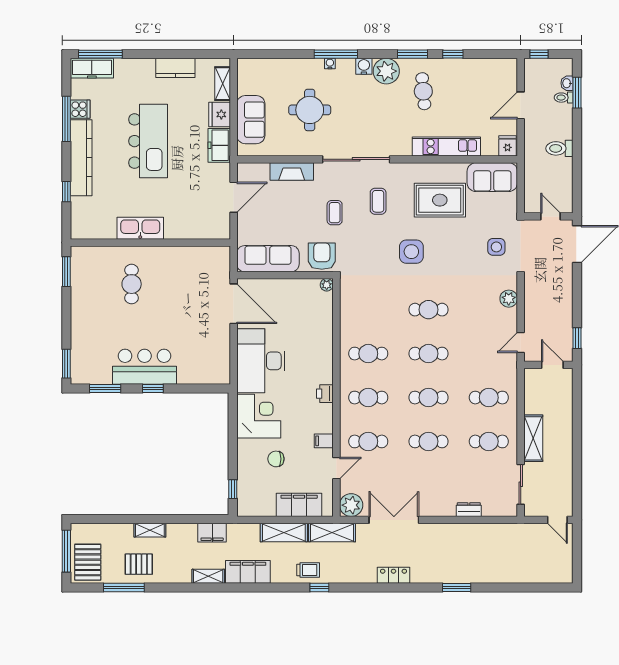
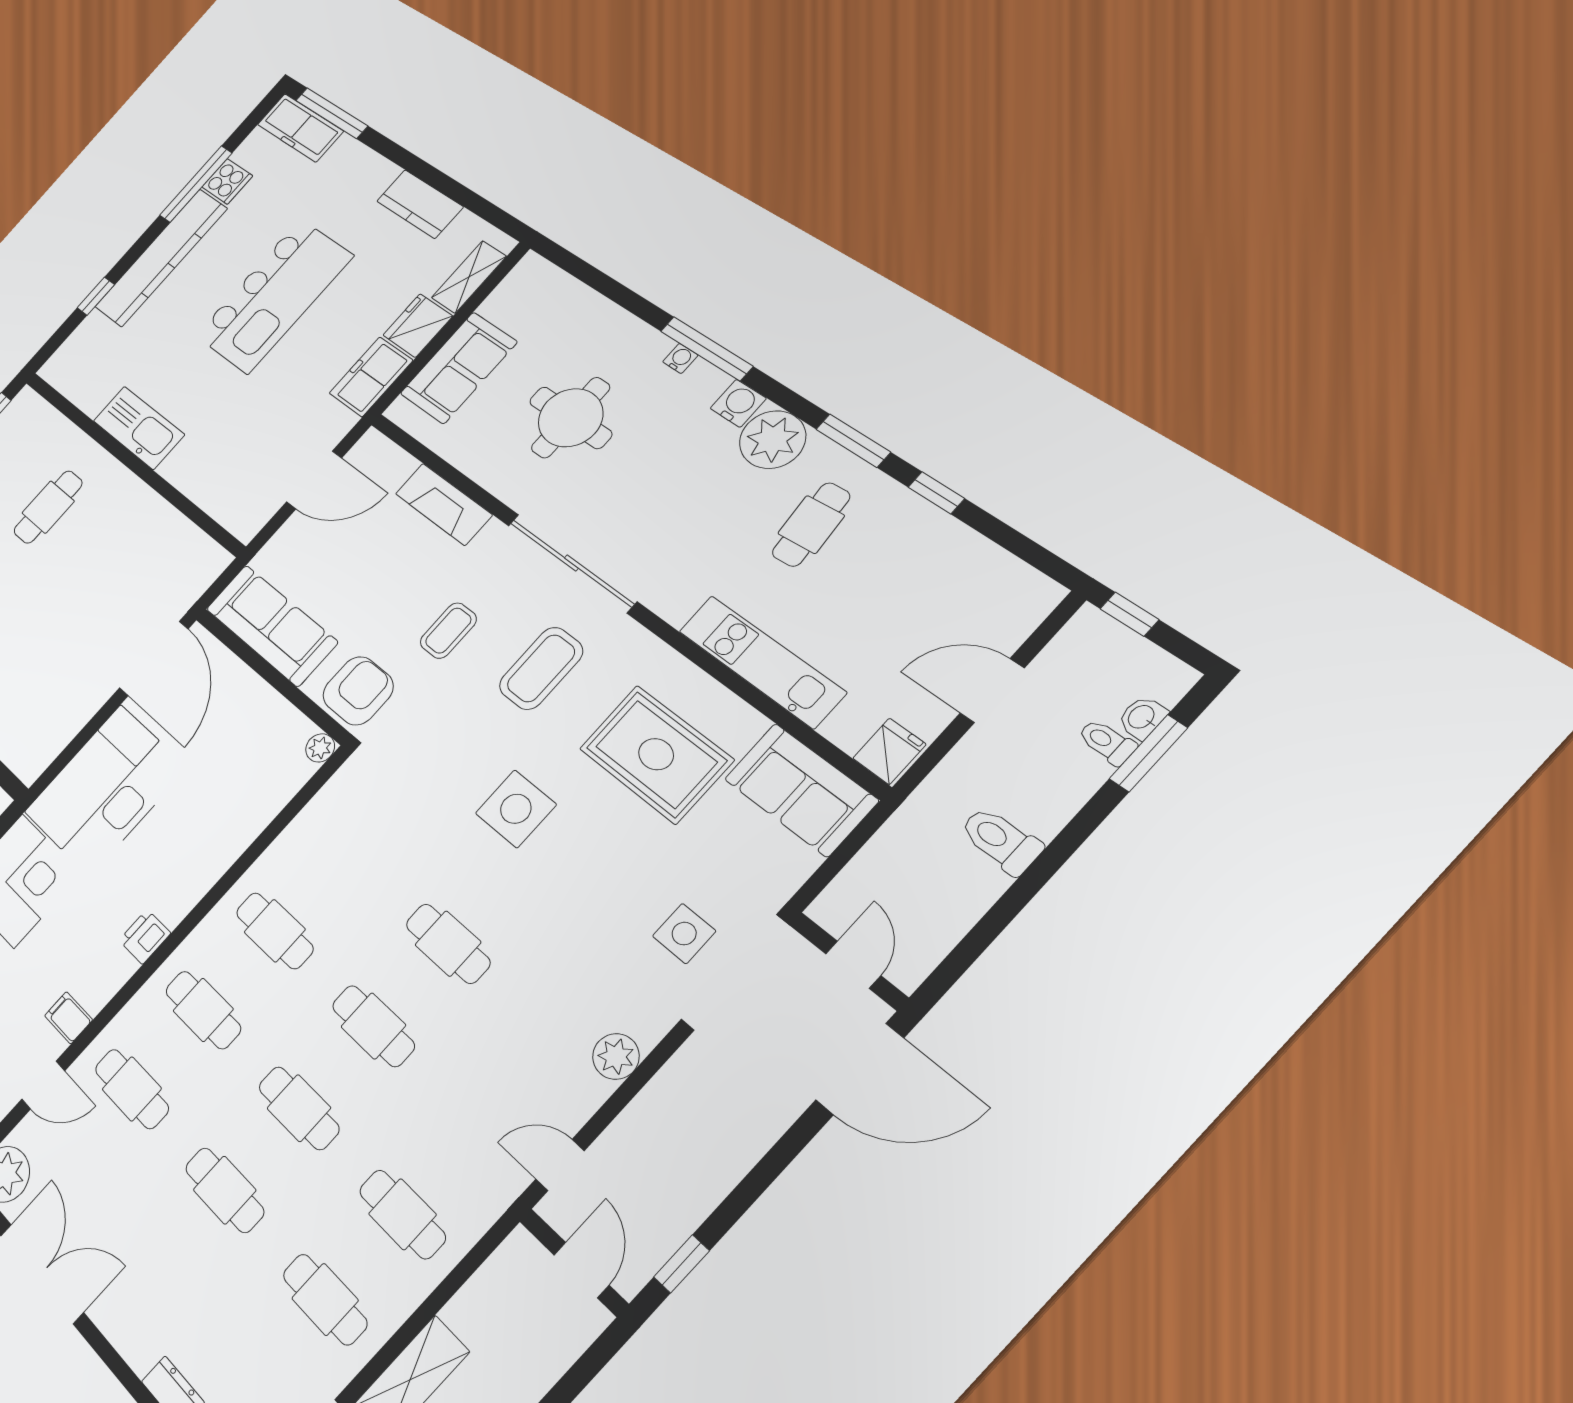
coffee table: (378, 201) -> (541, 668), width x1.36, depth x1.30

